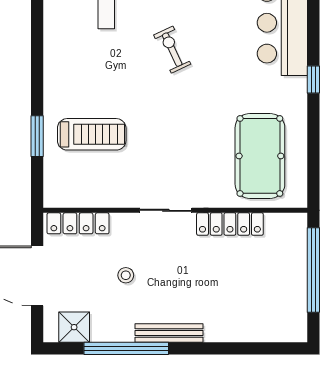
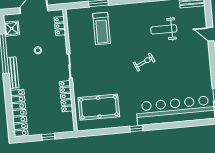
locker: (78, 223) -> (60, 26), width x0.66
window: (313, 270) -> (48, 137), width x0.32
locker: (256, 328) -> (19, 113), added

